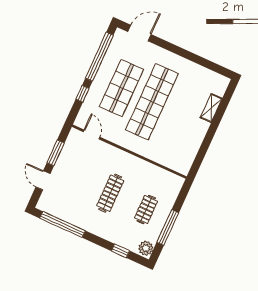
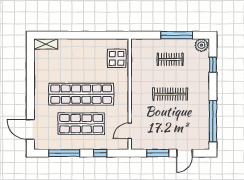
window: (99, 57) -> (64, 153), width x0.68
shelving: (211, 108) -> (46, 44), moved
display table: (172, 155) -> (117, 58), added

